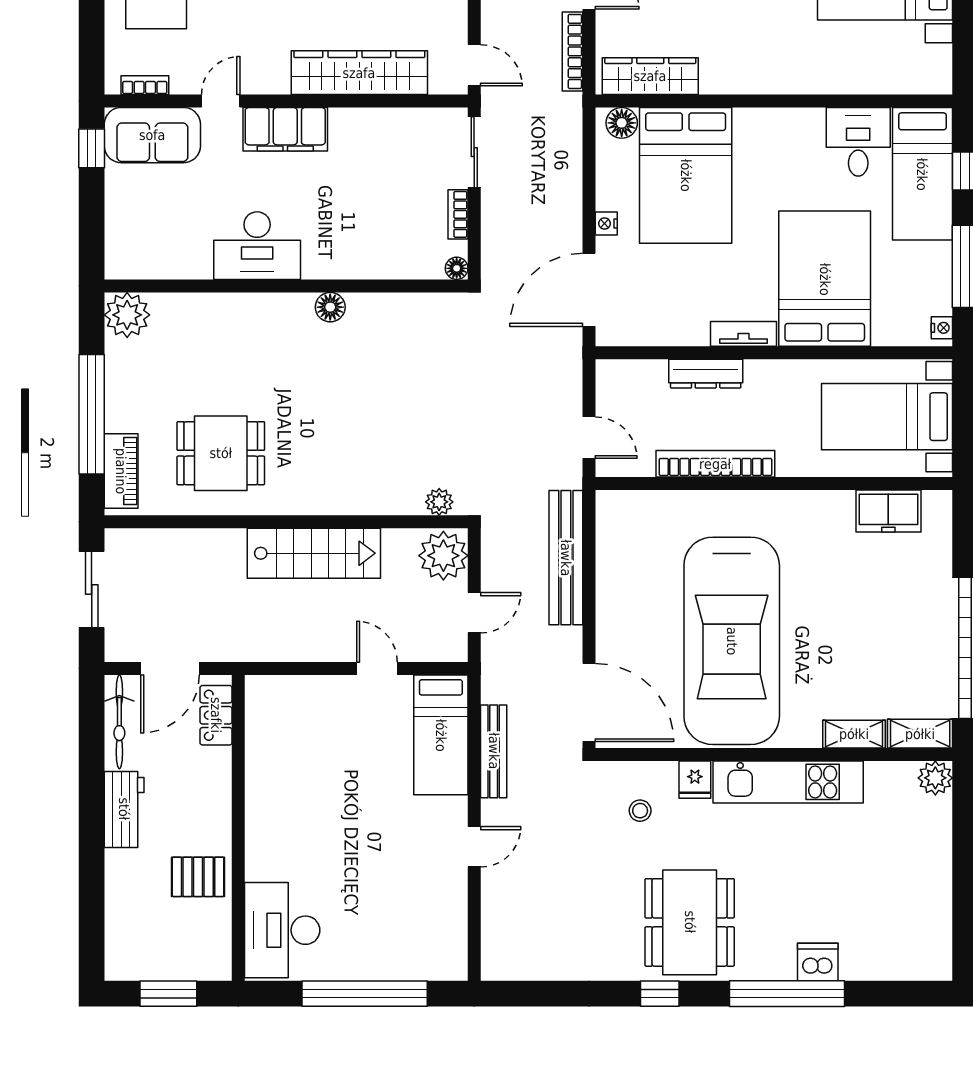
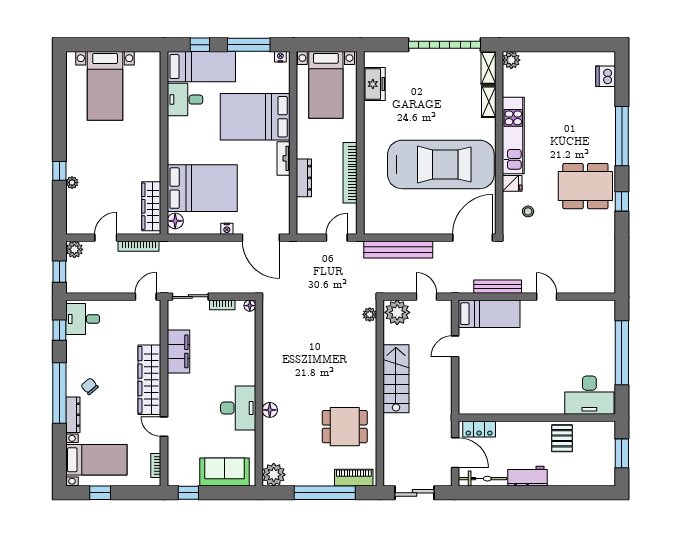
wardrobe: (359, 73) -> (149, 380), moved
filing cabinet: (285, 129) -> (178, 351), moved
sofa: (152, 135) -> (225, 472), moved, turned -90
floor lamp: (330, 307) -> (270, 410), moved
dining table: (221, 453) -> (345, 427), turned 90
dishwasher: (818, 962) -> (606, 76), moved

